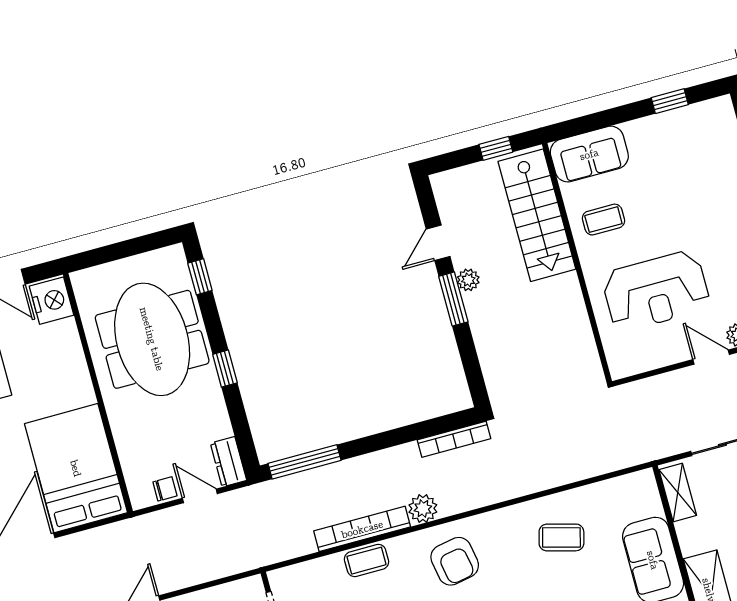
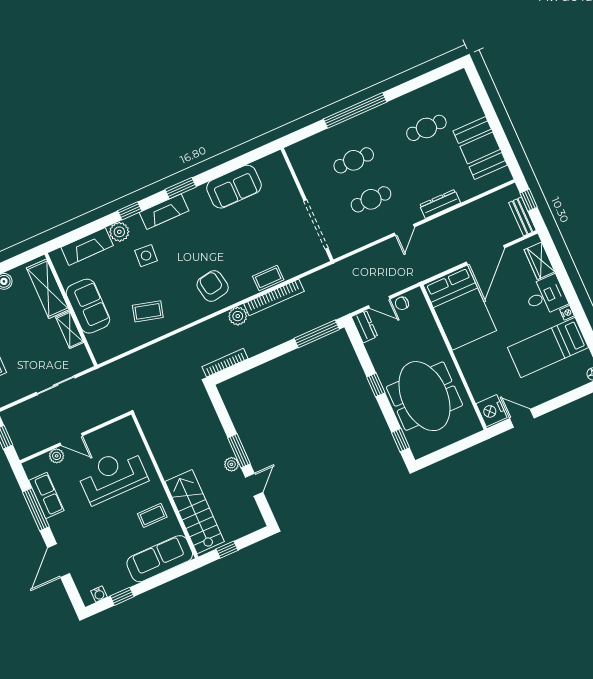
water cooler: (705, 110) -> (99, 594), added
sofa: (589, 154) -> (160, 559), width x1.36
shelving: (678, 493) -> (70, 330), moved

